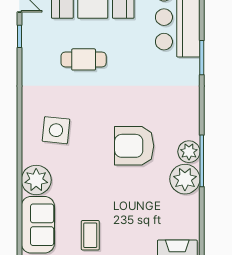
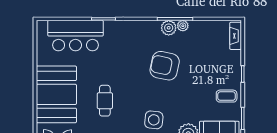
armchair: (134, 146) -> (165, 66), turned 102
plant: (185, 179) -> (183, 26), width x0.53, depth x0.53

